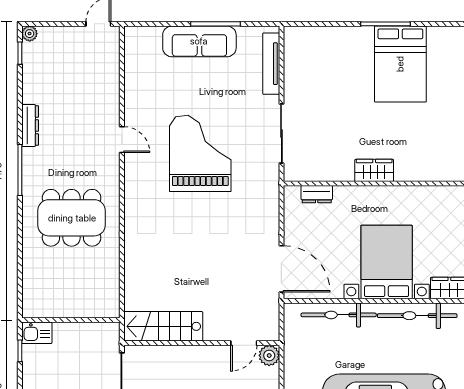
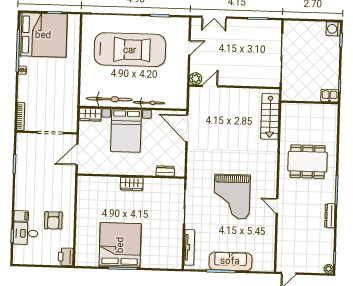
bed: (400, 64) -> (120, 245), width x1.36
bicycle: (339, 315) -> (149, 103), width x0.73, depth x0.71
stairs: (163, 326) -> (270, 116), moved, turned 90

